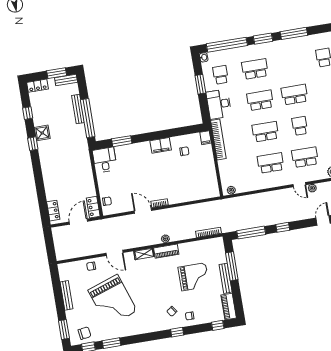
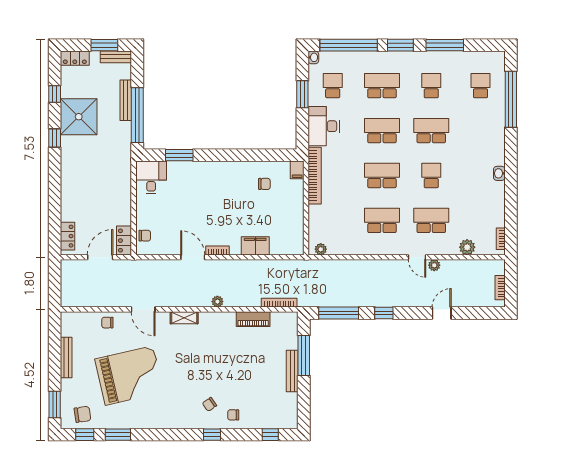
school desk: (289, 63) -> (431, 86), added
shower: (42, 133) -> (79, 117), width x1.86, depth x1.86
filing cabinet: (161, 145) -> (255, 246), moved, turned 180
piano: (166, 251) -> (253, 319), moved
grand piano: (194, 277) -> (248, 361), removed
grand piano: (113, 301) -> (129, 376), turned -84
piano: (229, 307) -> (290, 411), removed

